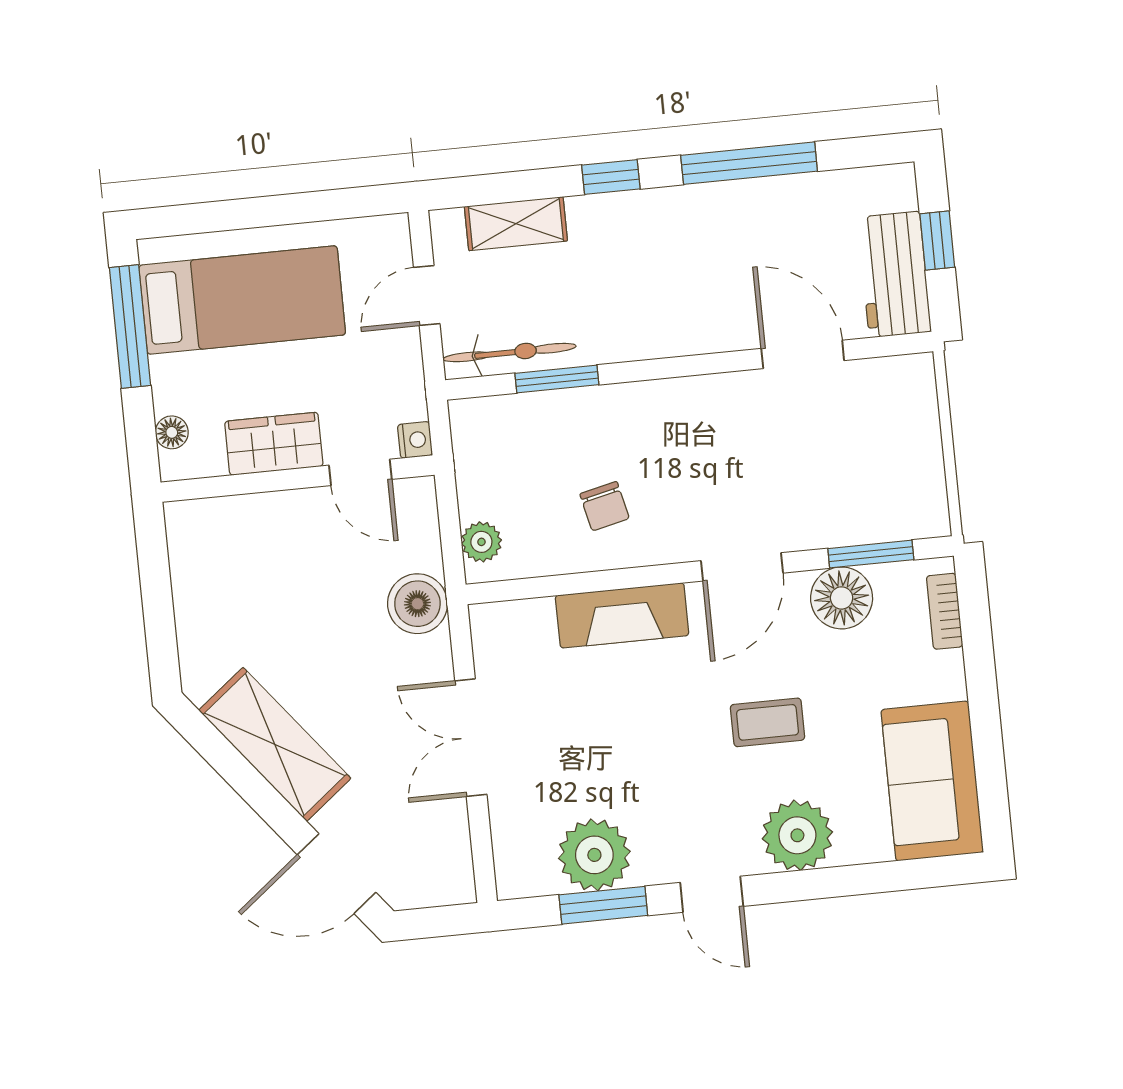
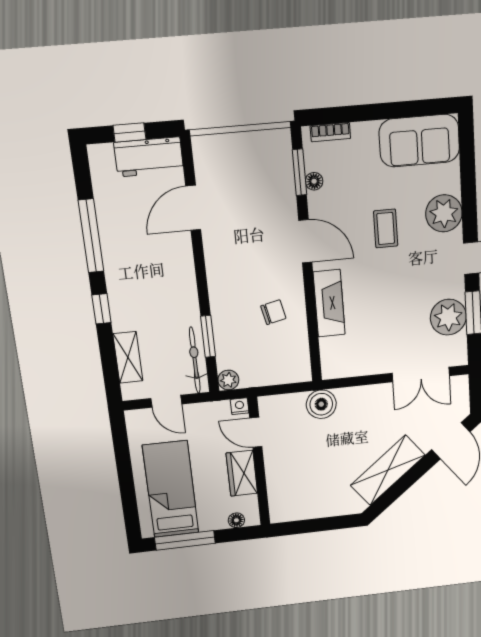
door: (360, 472) -> (256, 432), swing flipped
plant: (481, 542) -> (228, 380), moved
floor lamp: (842, 598) -> (314, 181), width x0.53, depth x0.53
double door: (471, 738) -> (421, 374), moved

